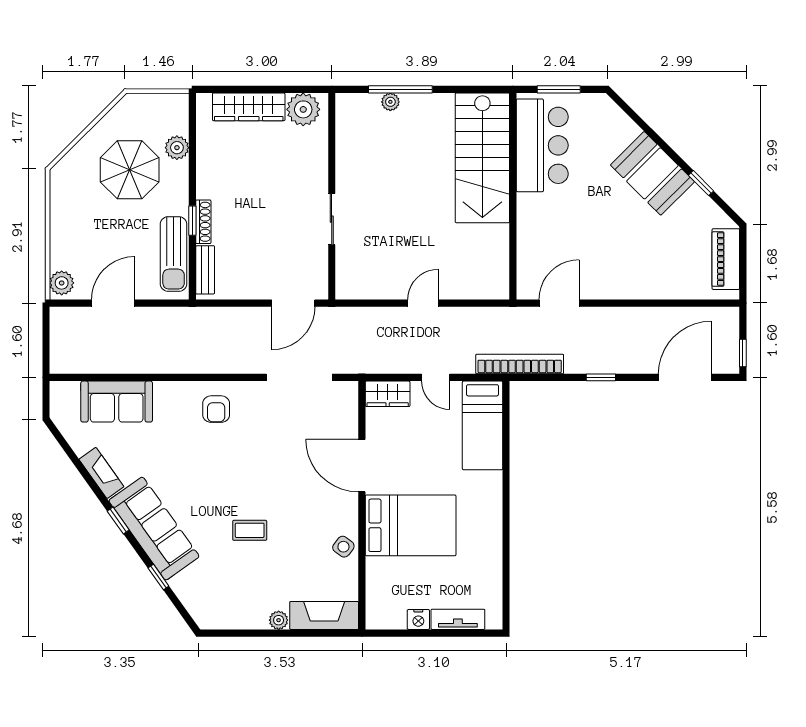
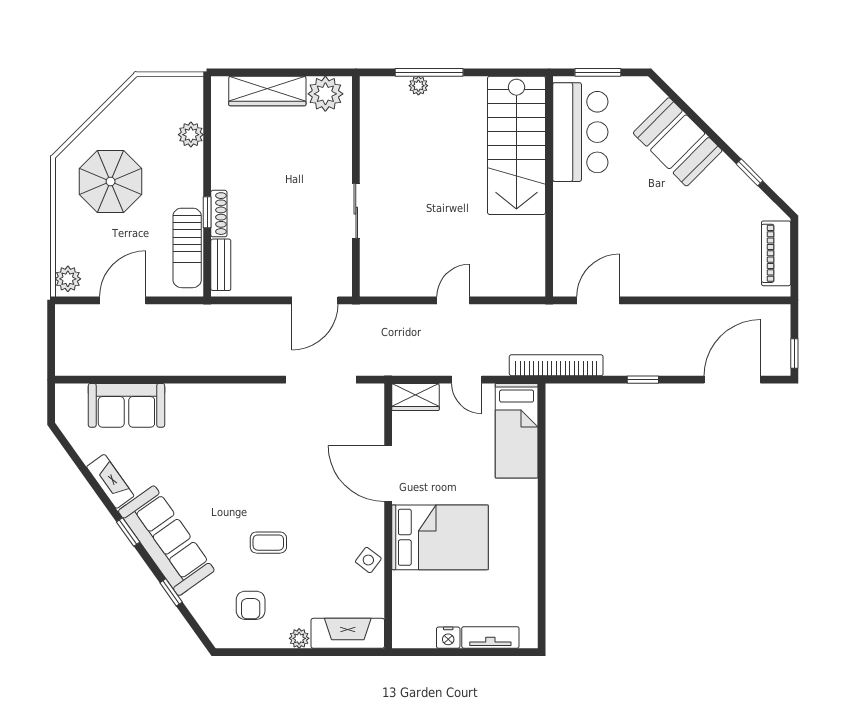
parasol: (130, 170) -> (111, 182), moved
booth: (652, 173) -> (678, 142), moved
armchair: (216, 409) -> (251, 605), moved

